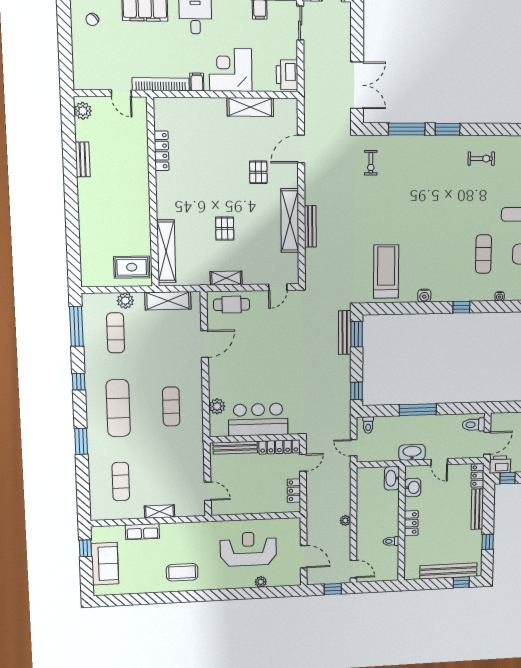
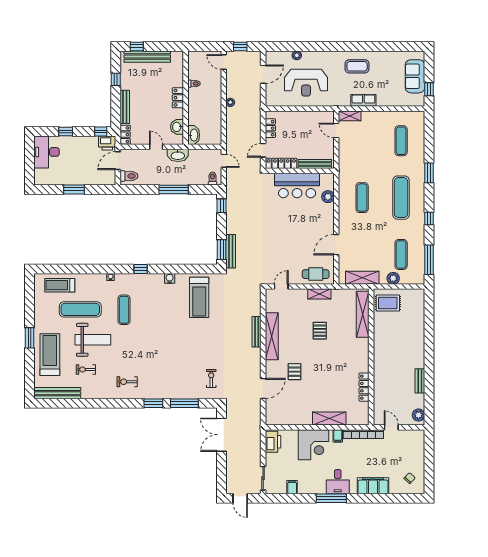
shelving: (250, 107) -> (329, 419), moved
shelving: (160, 512) -> (350, 116), moved
row of seats: (142, 532) -> (363, 100), moved
door: (304, 557) -> (263, 74), swing flipped

